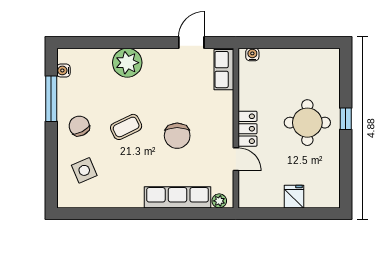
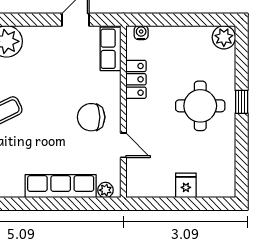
plant: (329, 59) -> (224, 37), added
locker: (248, 129) -> (136, 79), moved
chair: (177, 136) -> (91, 117), moved, turned 90

